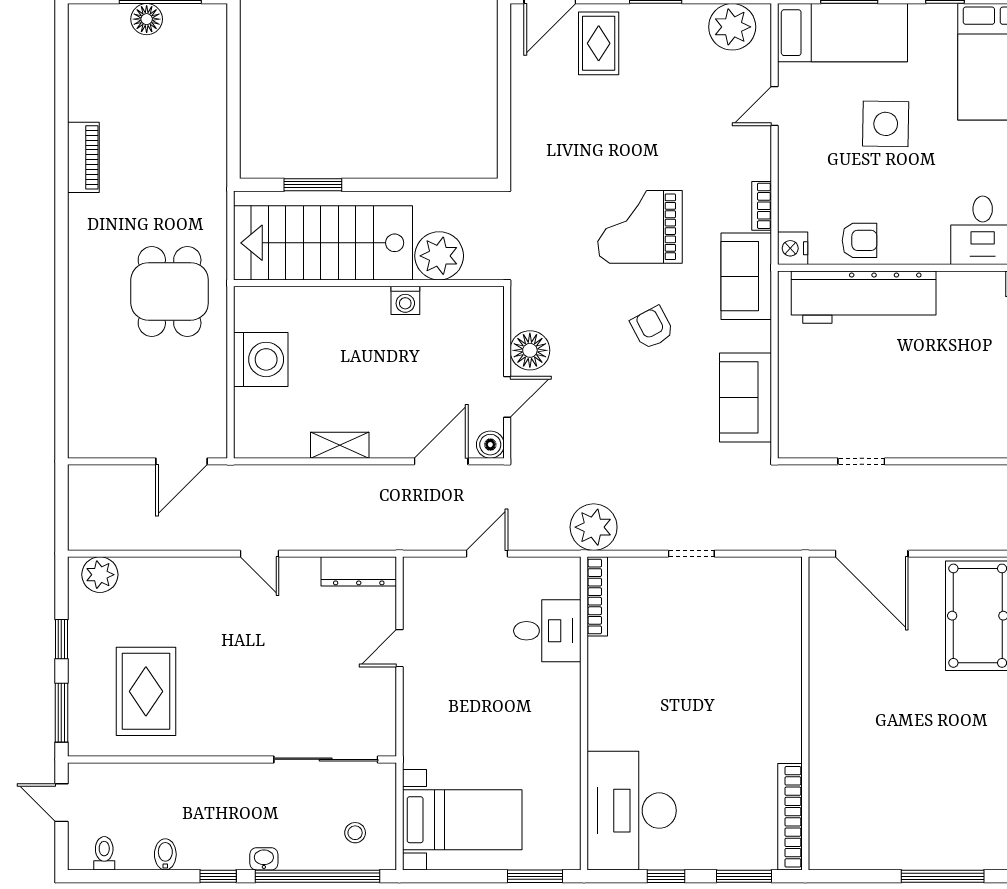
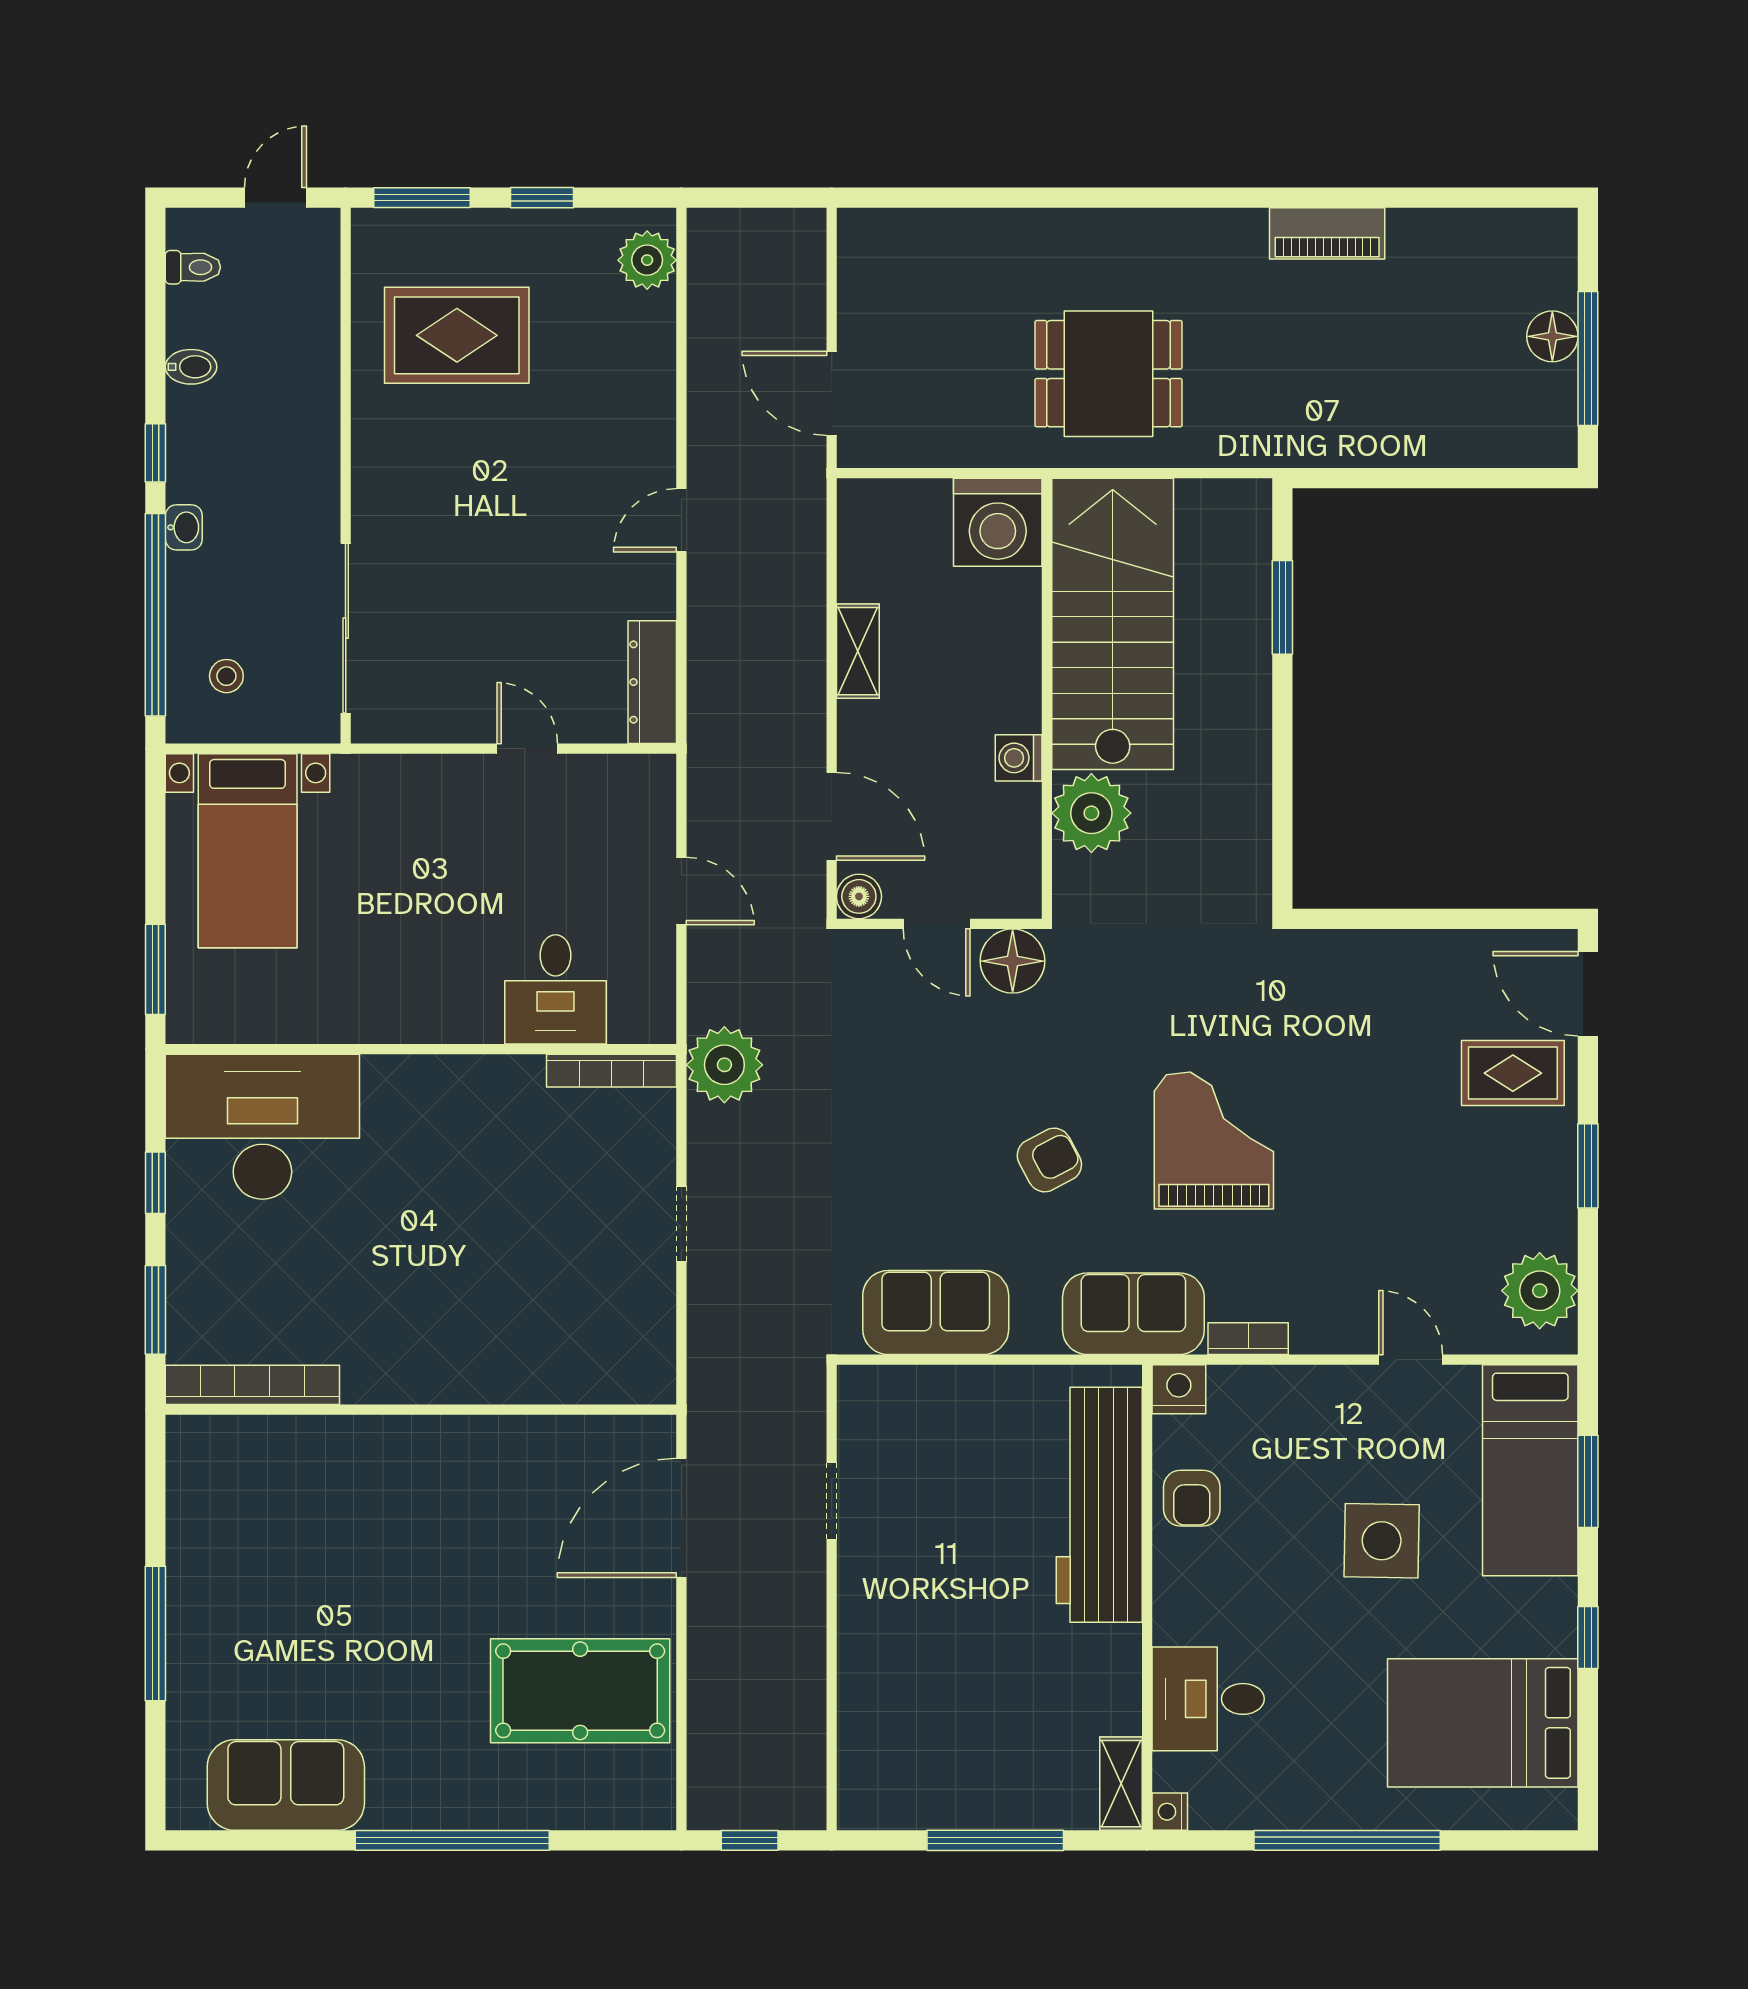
stairs: (323, 243) -> (1113, 624), moved
plant: (439, 256) -> (1091, 813), moved
wall: (369, 283) -> (1047, 698), moved
washing machine: (405, 300) -> (1019, 758), moved

